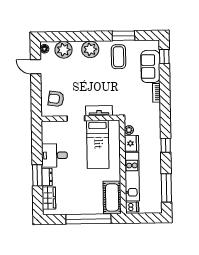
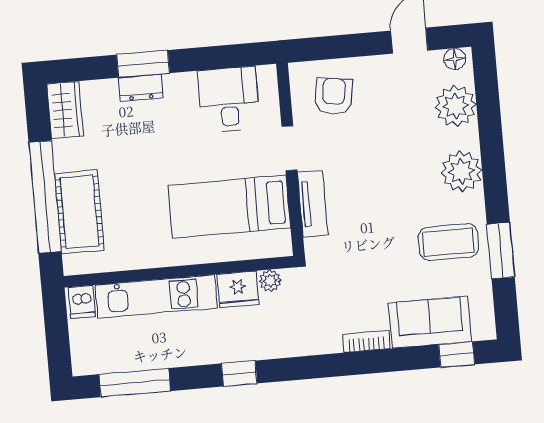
desk: (54, 155) -> (229, 99), moved
cot: (112, 197) -> (79, 212), moved, turned 90
wardrobe: (49, 198) -> (65, 110), moved, turned -90

